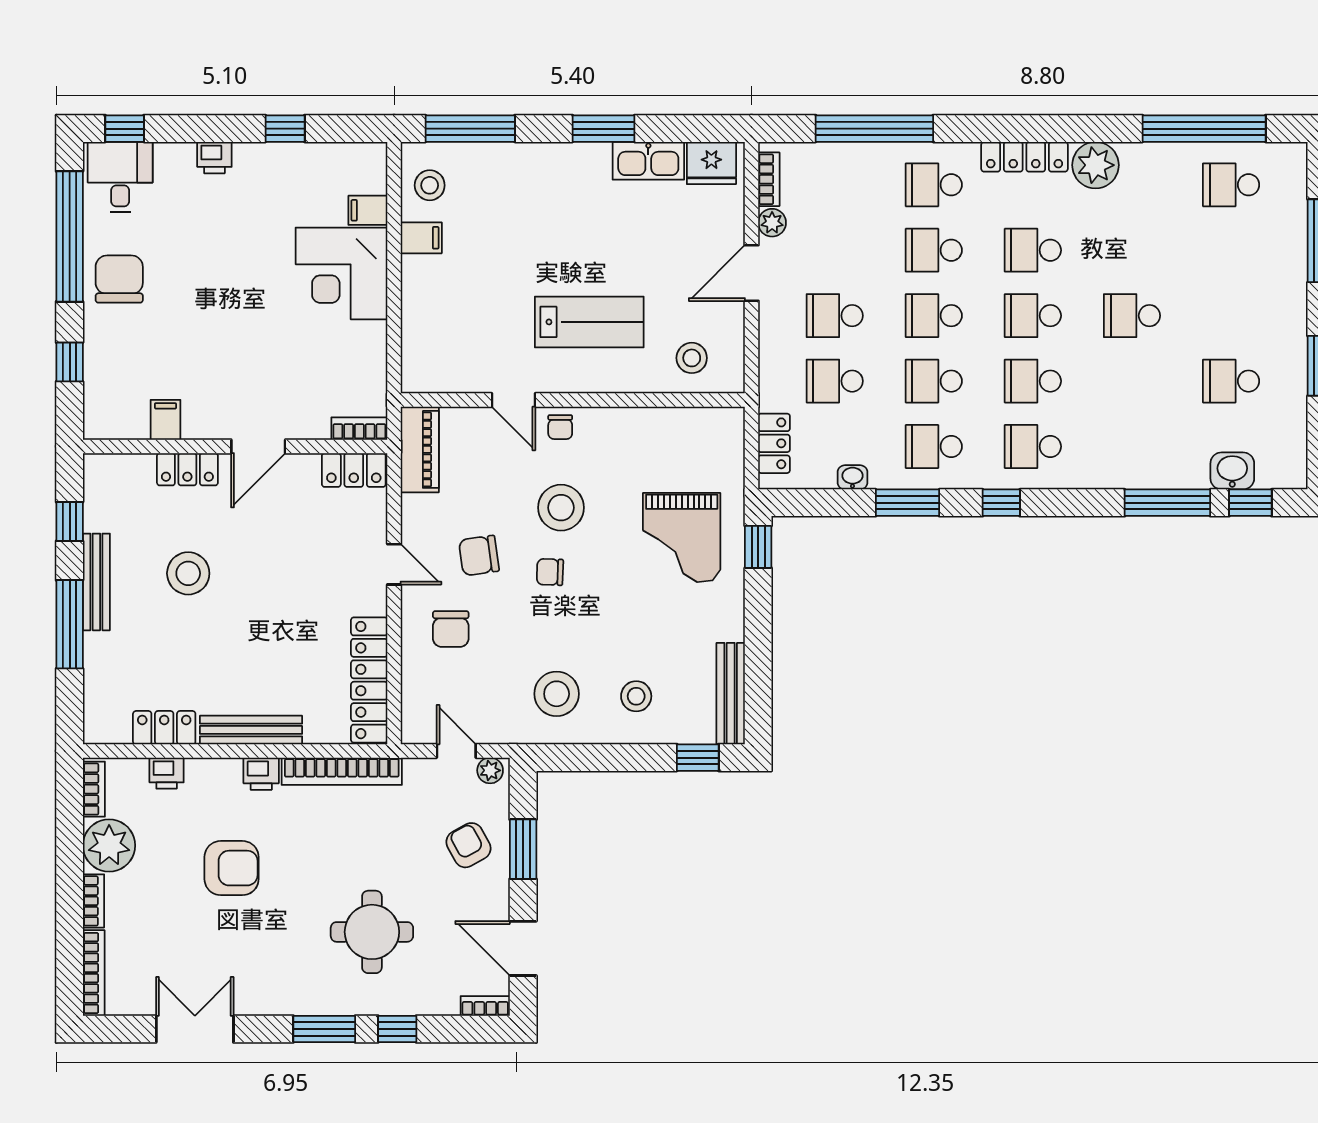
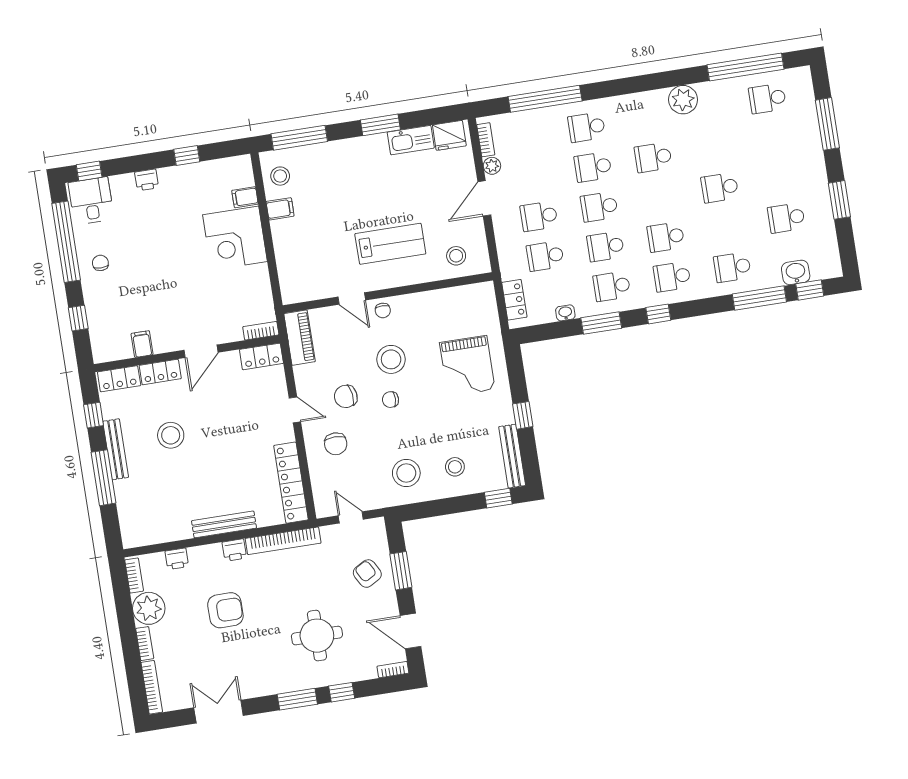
locker: (1025, 157) -> (639, 101), removed
chair: (119, 279) -> (100, 263), width x0.54, depth x0.54
school desk: (1033, 316) -> (732, 267), moved
window: (758, 547) -> (523, 415), moved
locker: (164, 728) -> (119, 379), moved, turned 180
plant: (490, 770) -> (373, 526), removed

